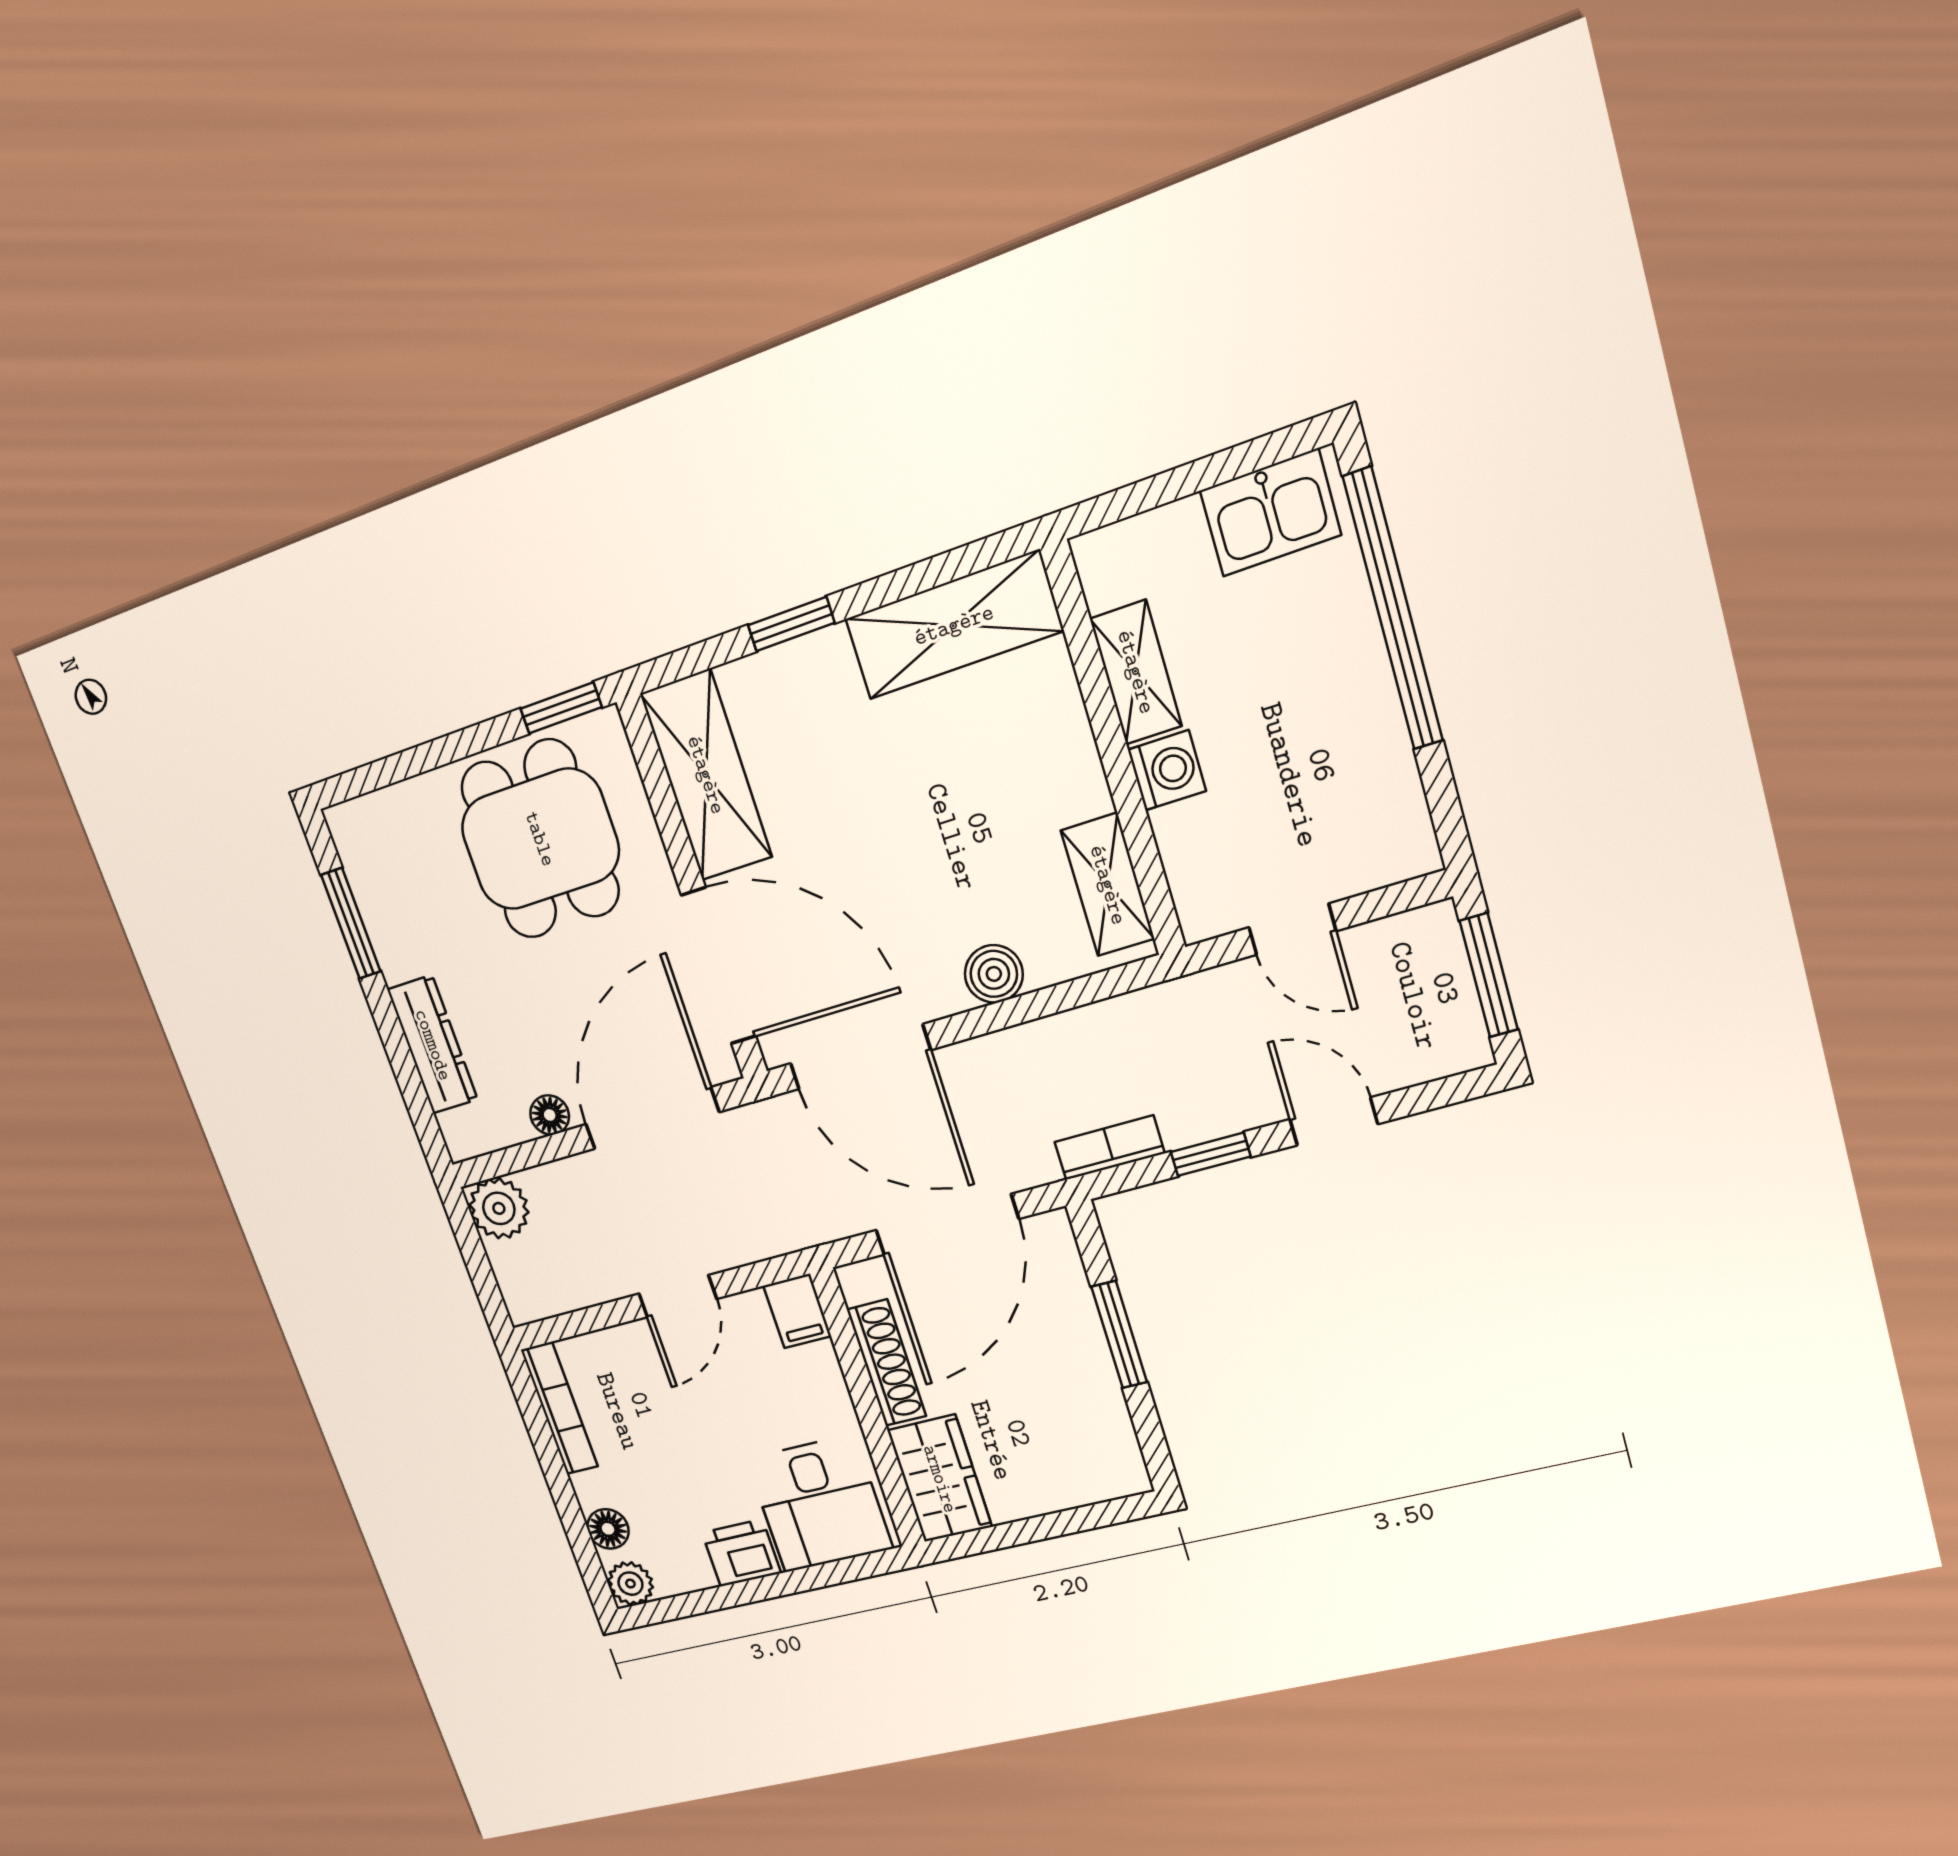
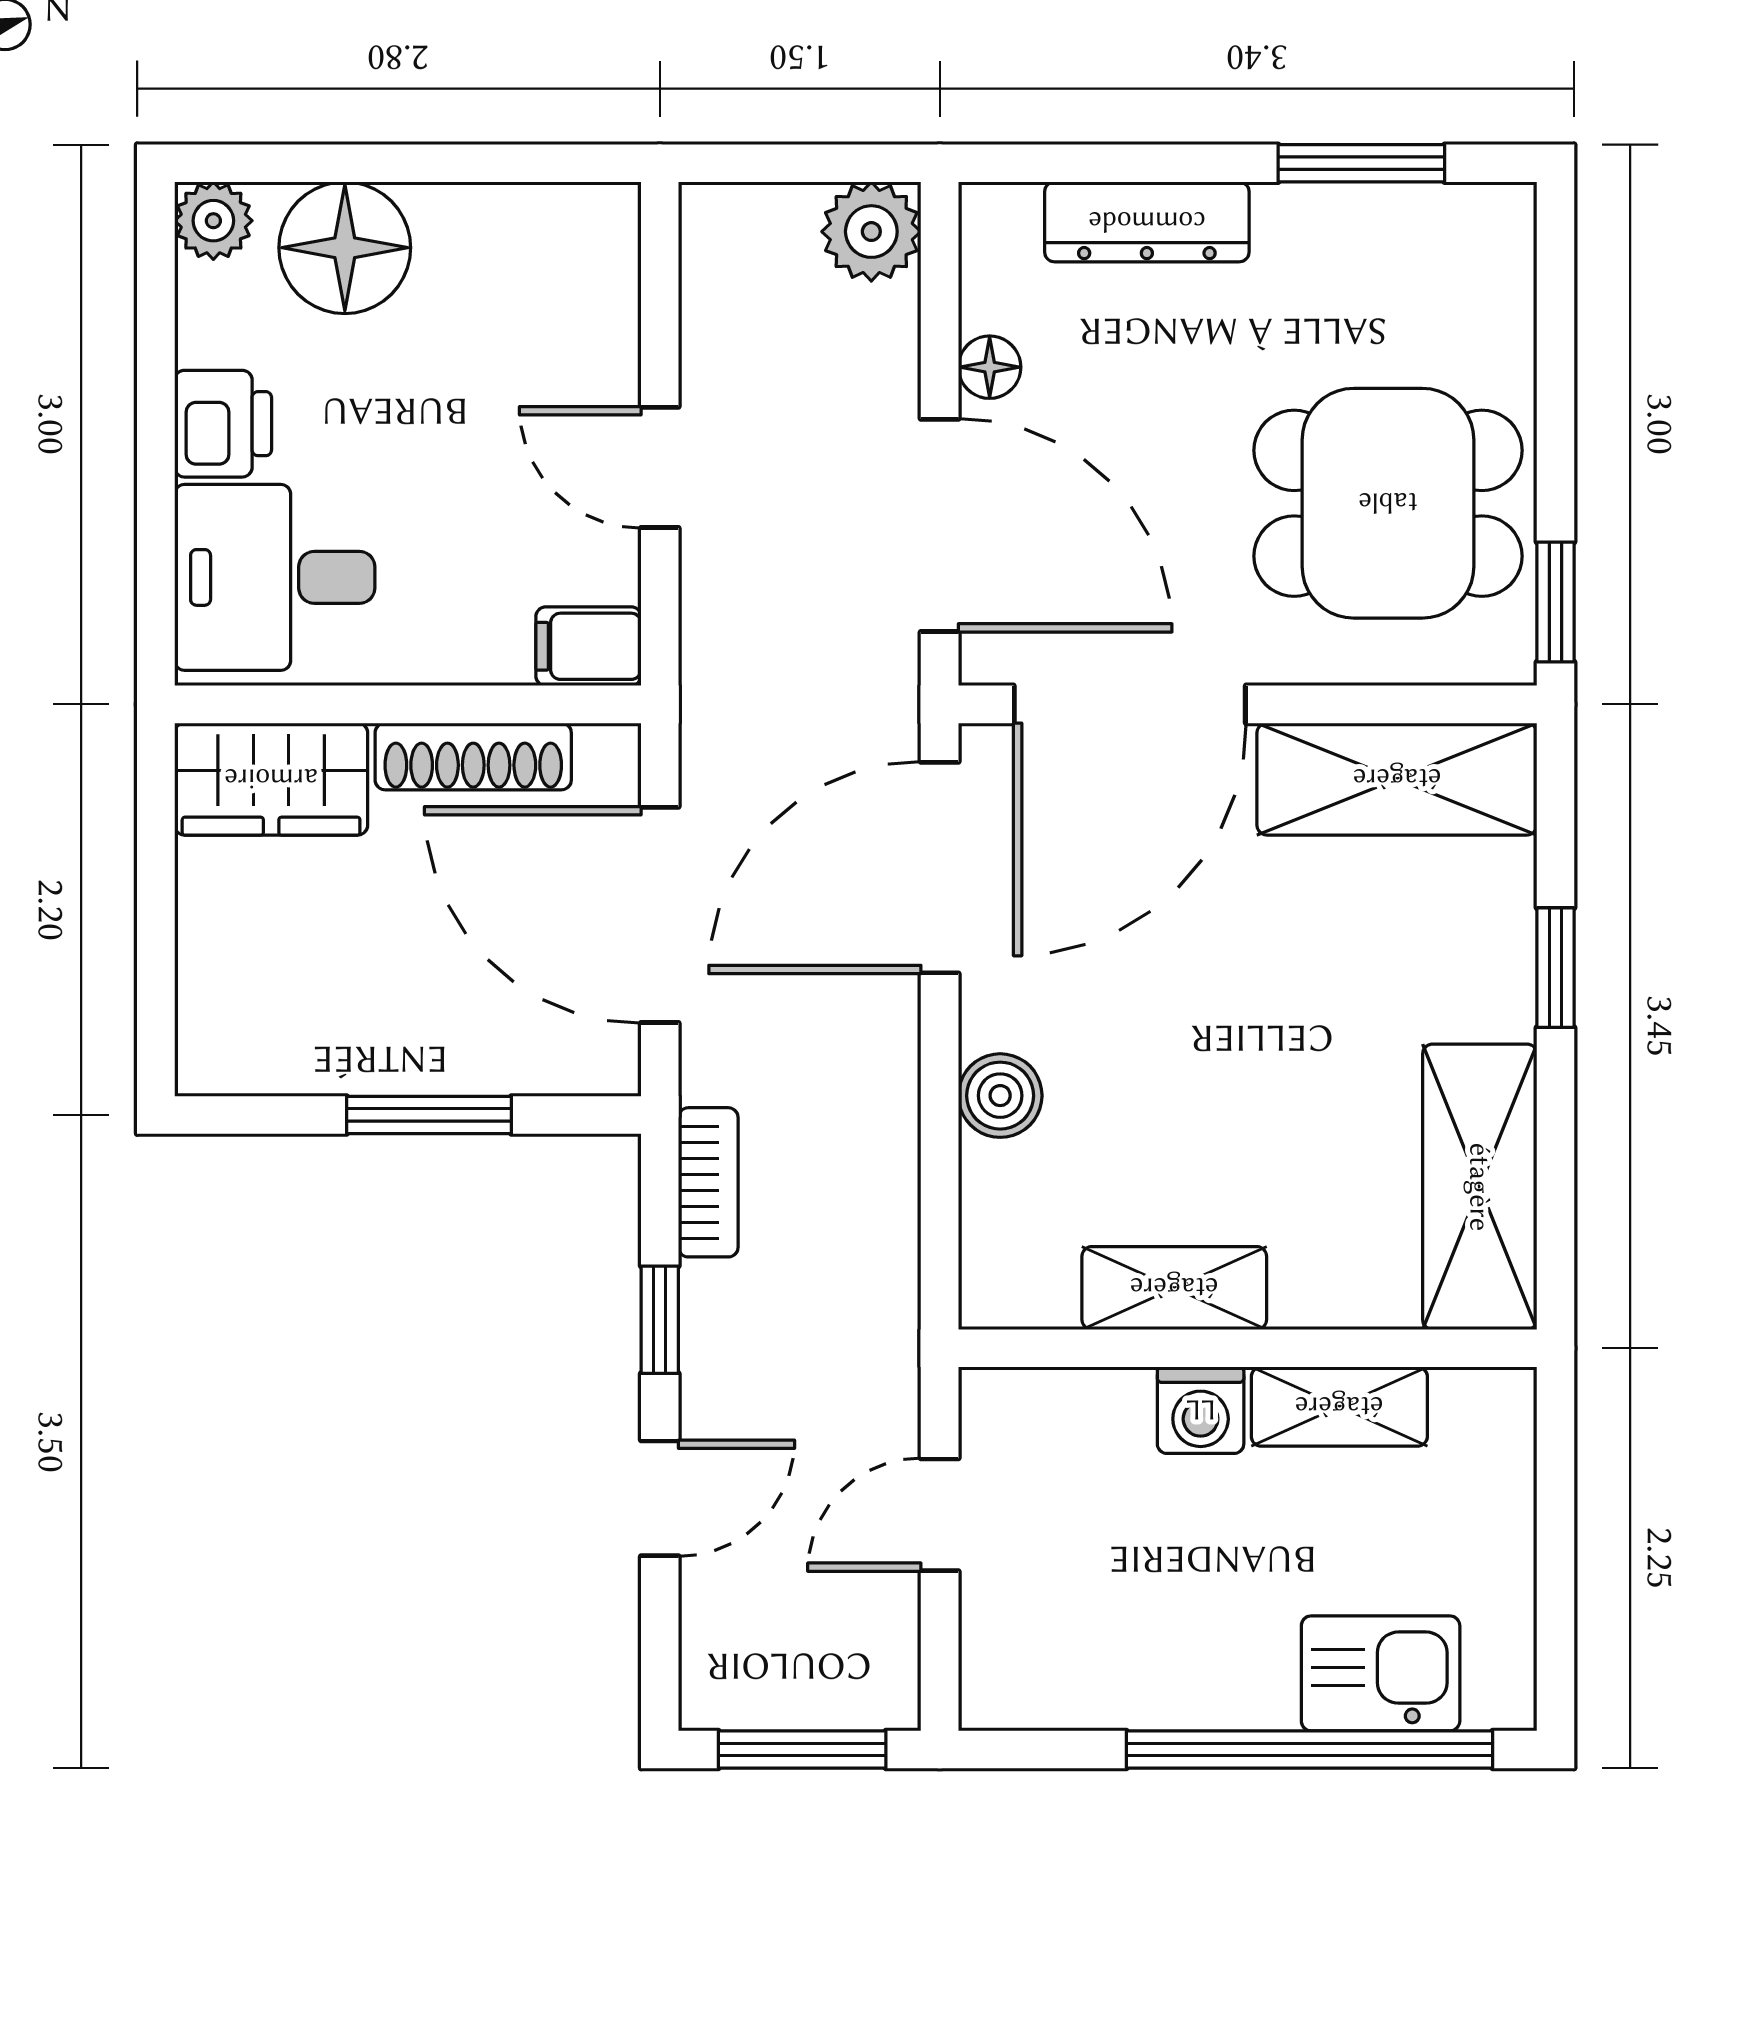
kitchen sink: (1270, 513) -> (1381, 1673), moved, turned 90
shelving: (1108, 885) -> (1174, 1288), moved
bookcase: (559, 1408) -> (531, 210), removed
floor lamp: (608, 1529) -> (345, 248), width x1.89, depth x1.89

